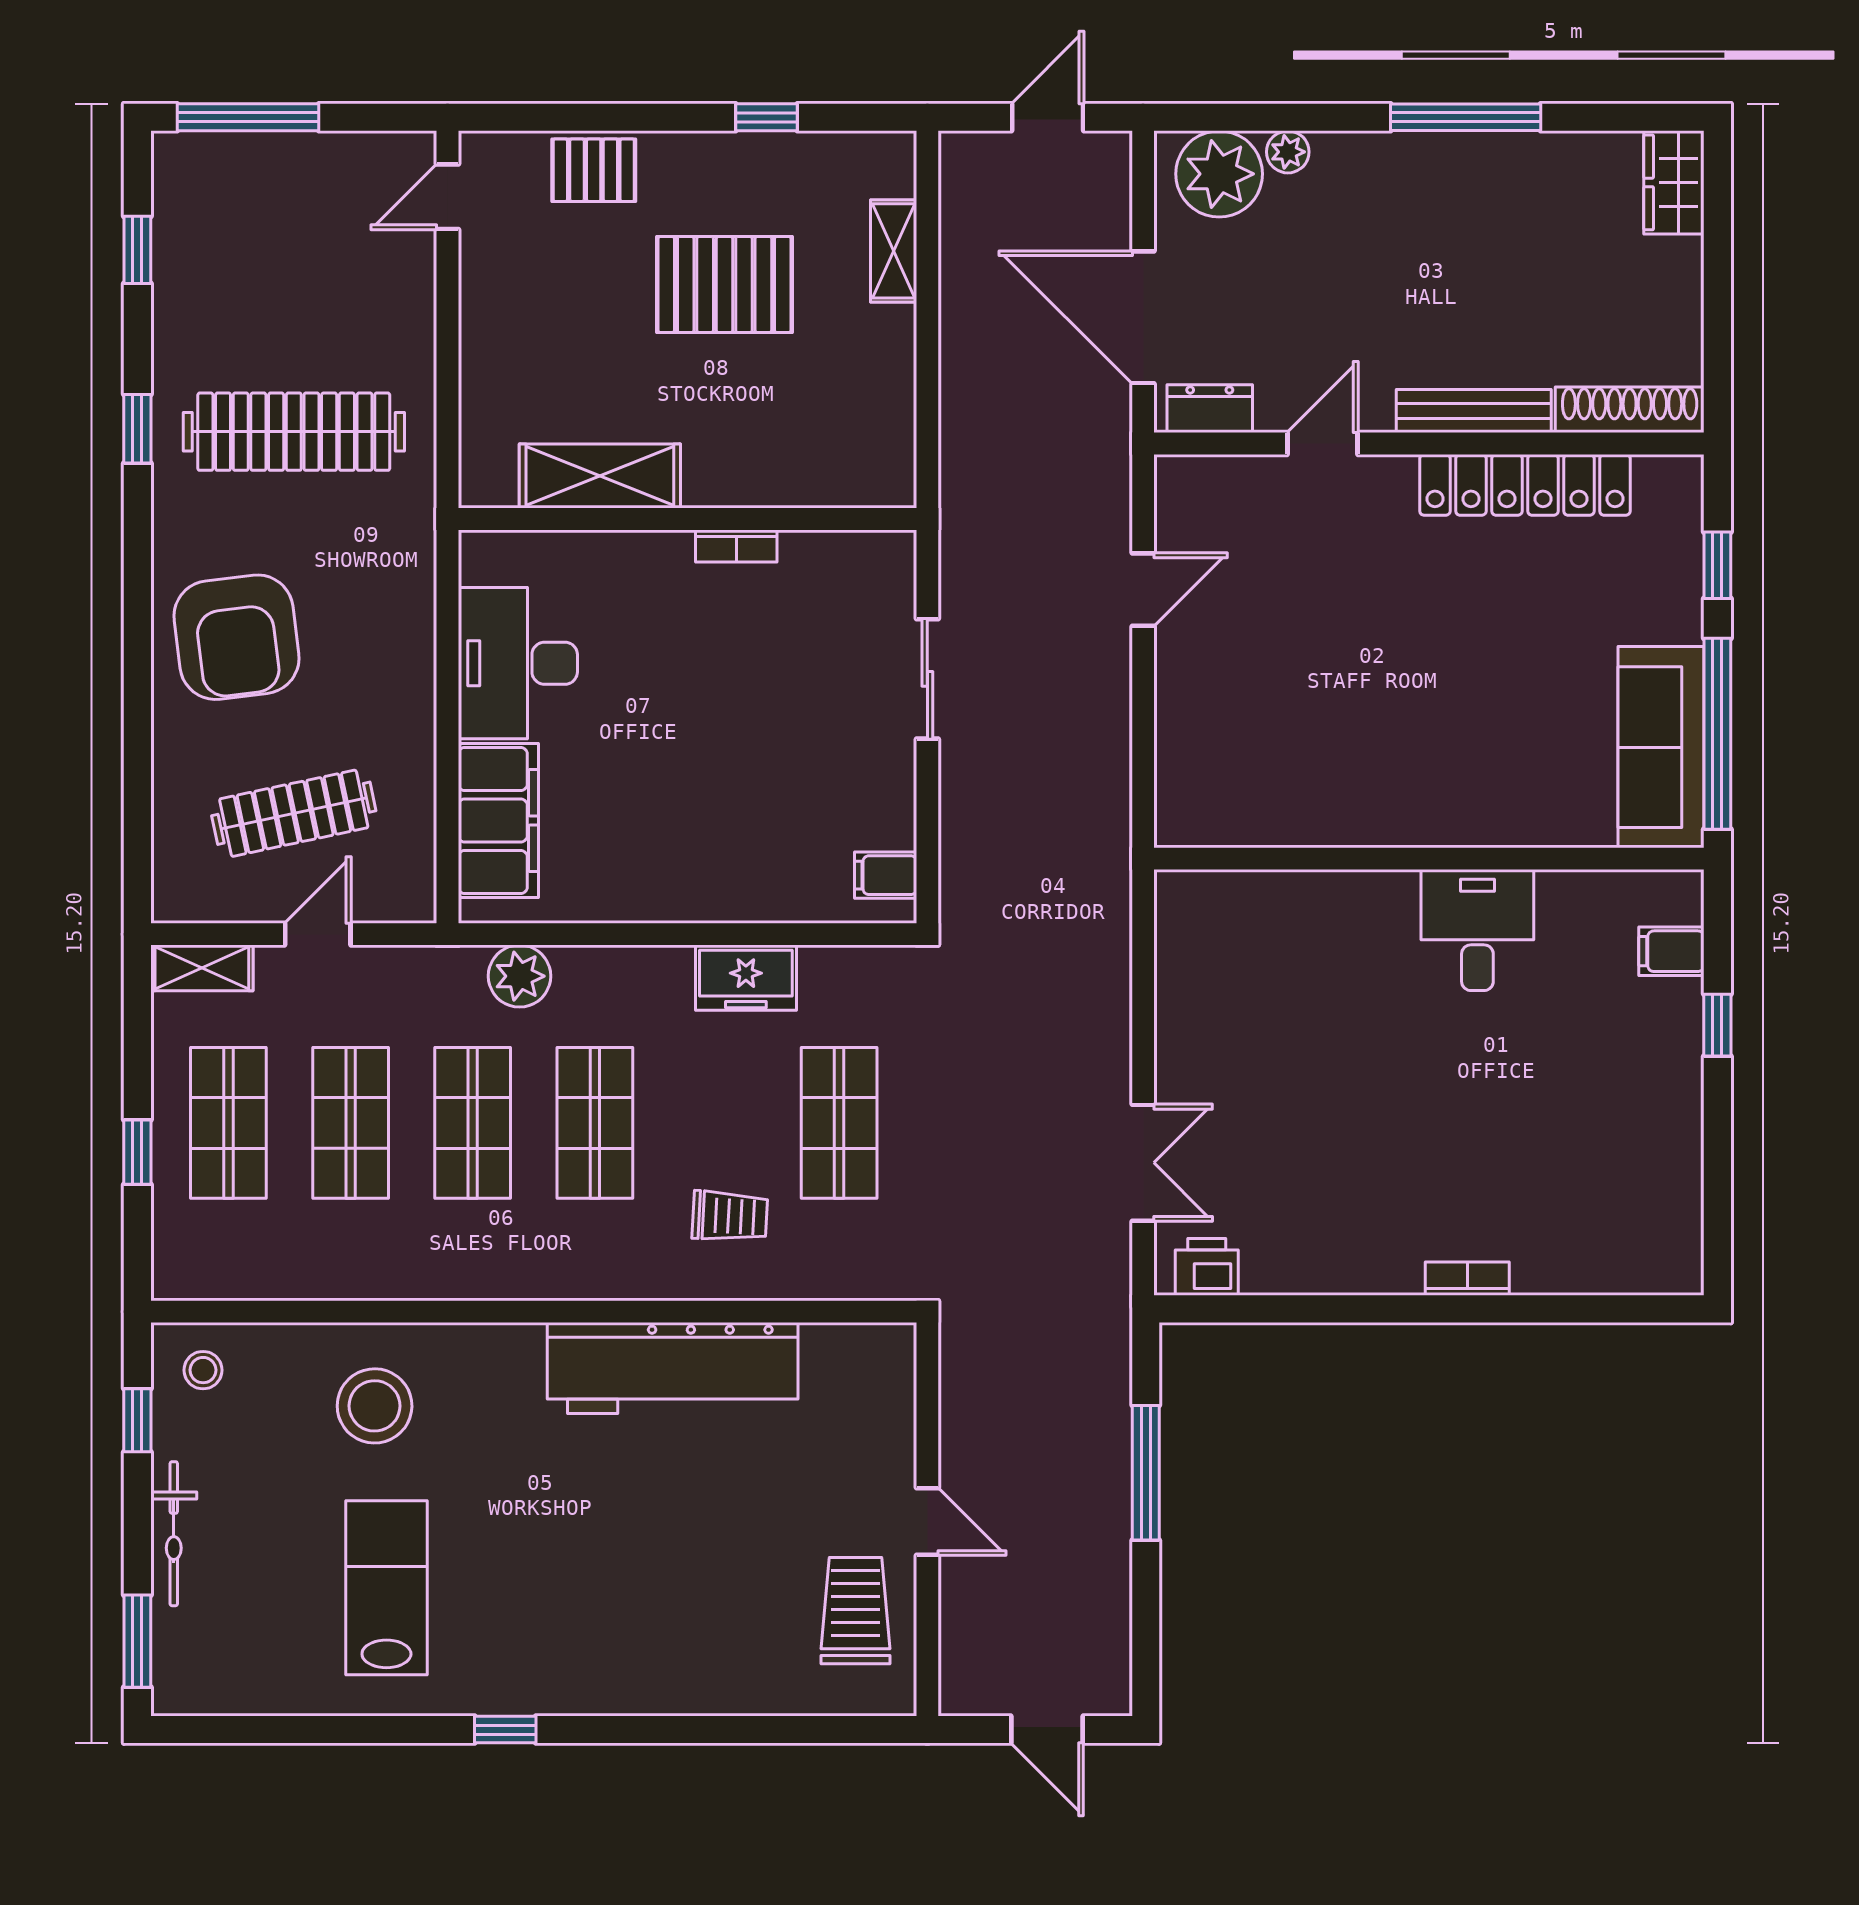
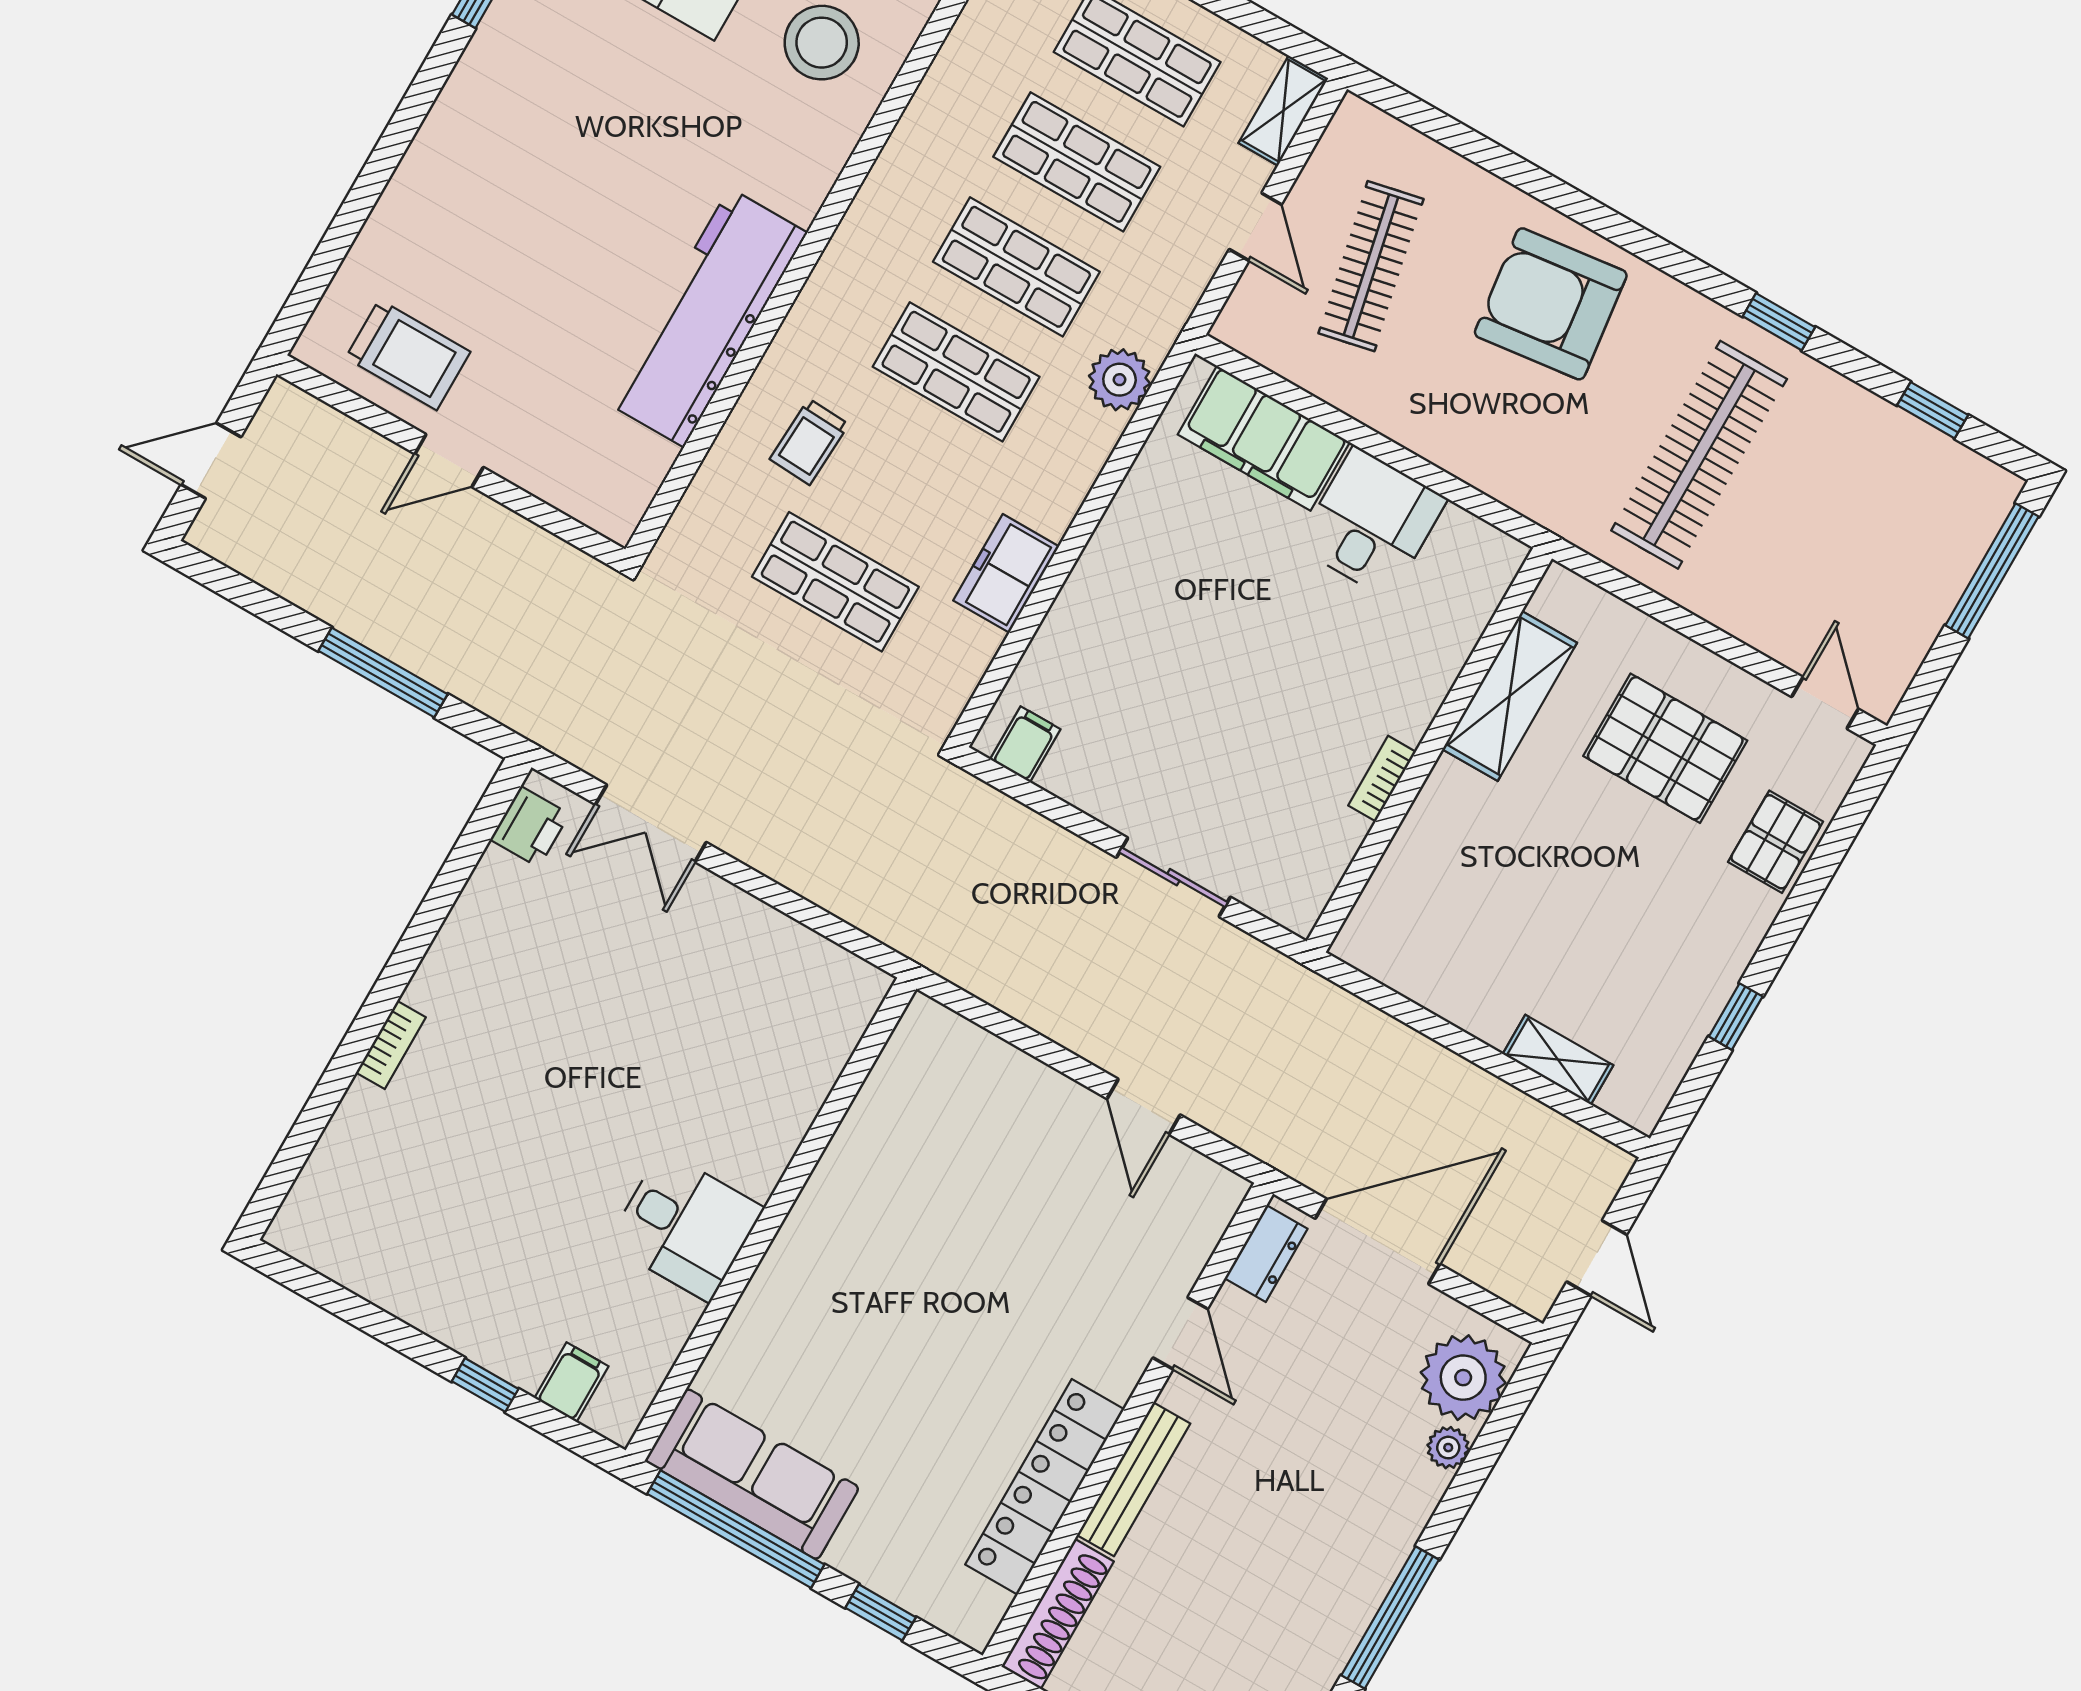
pallet: (725, 285) -> (1665, 748), moved, turned 90
desk: (518, 663) -> (1372, 523), width x0.73

